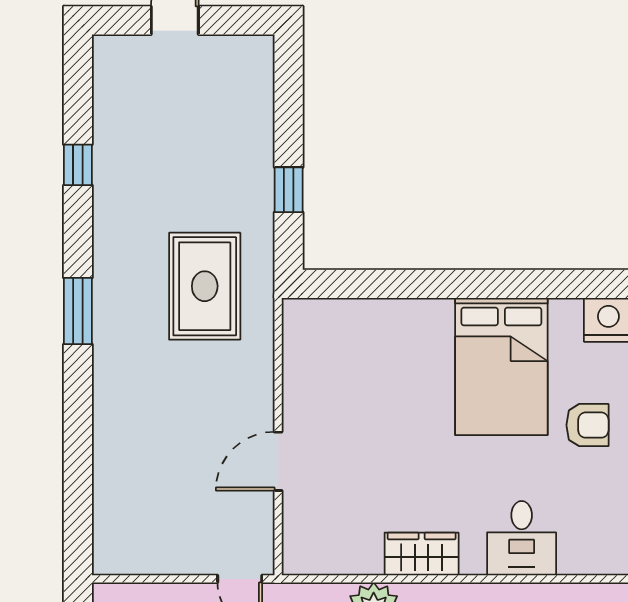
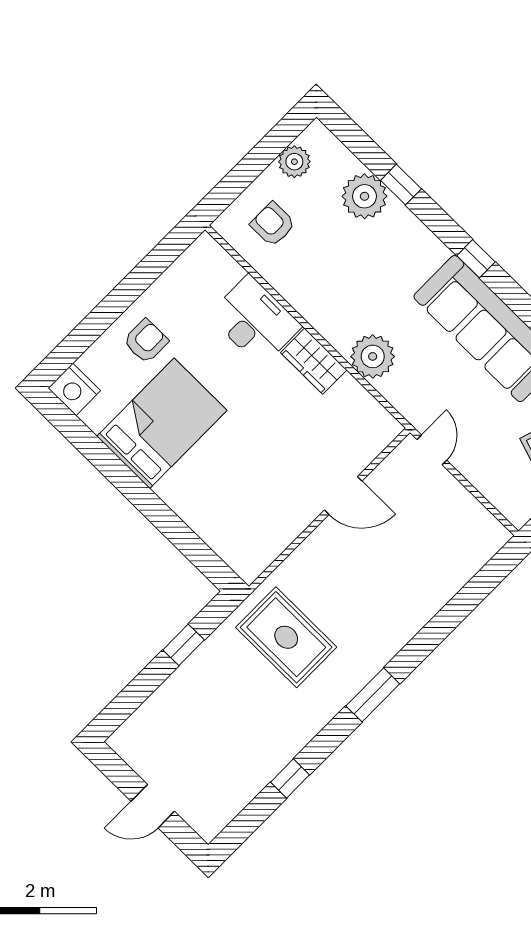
rug: (205, 286) -> (286, 637), turned 90
armchair: (587, 425) -> (146, 341), turned 90
desk: (522, 538) -> (255, 321), width x1.37

